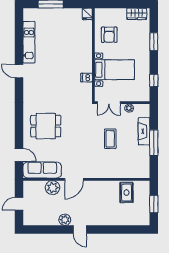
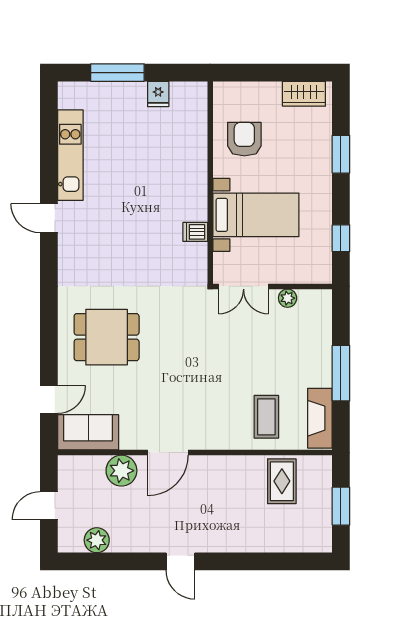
fridge: (87, 14) -> (158, 94), moved
armchair: (109, 35) -> (244, 139), turned 180
fireplace: (144, 131) -> (320, 418), moved
coffee table: (110, 139) -> (266, 417), moved
door: (19, 155) -> (49, 399), hinge flipped
sofa: (42, 170) -> (88, 432), width x0.73
plant: (65, 220) -> (97, 540), moved

